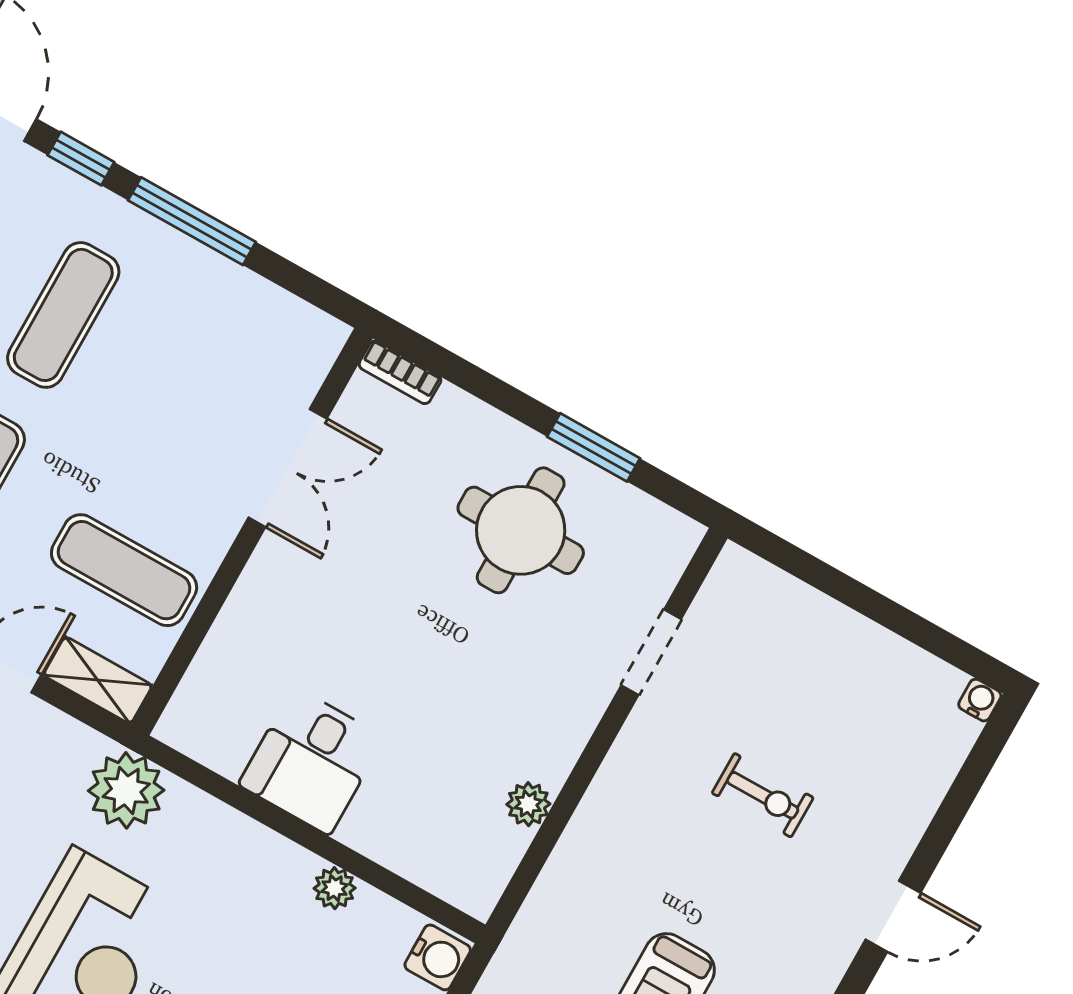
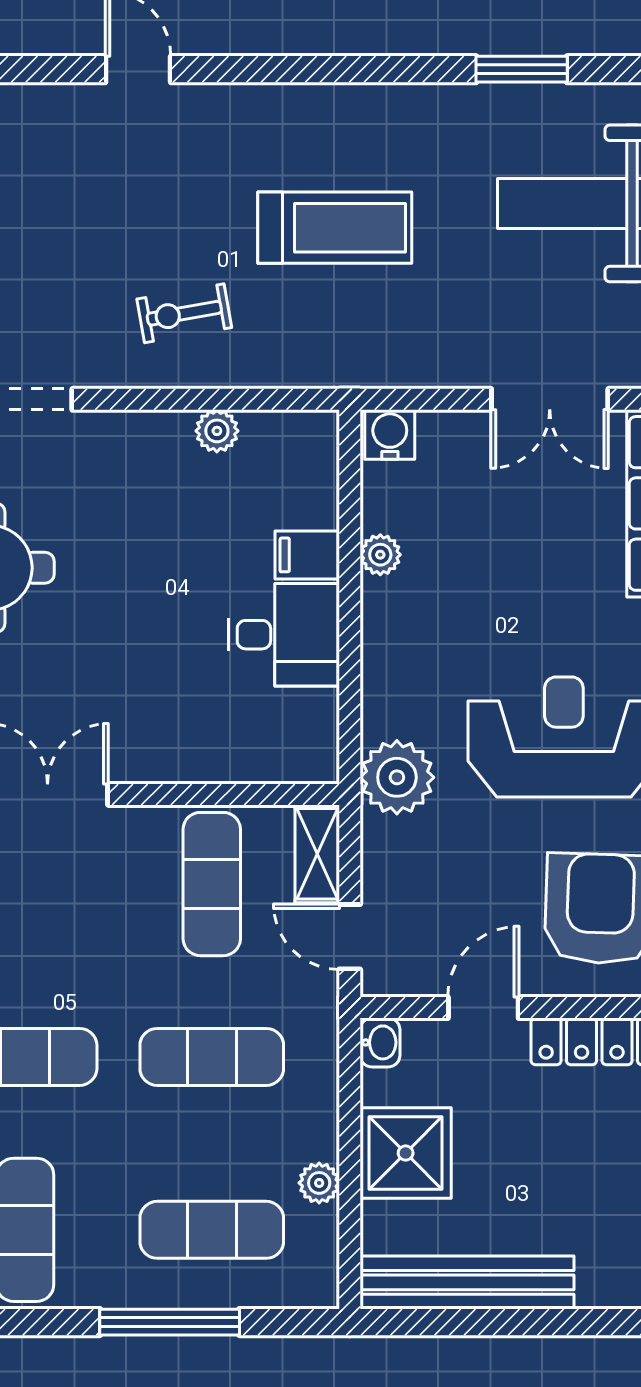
exercise bike: (763, 795) -> (184, 313), moved, turned -100
filing cabinet: (371, 822) -> (307, 555), added

